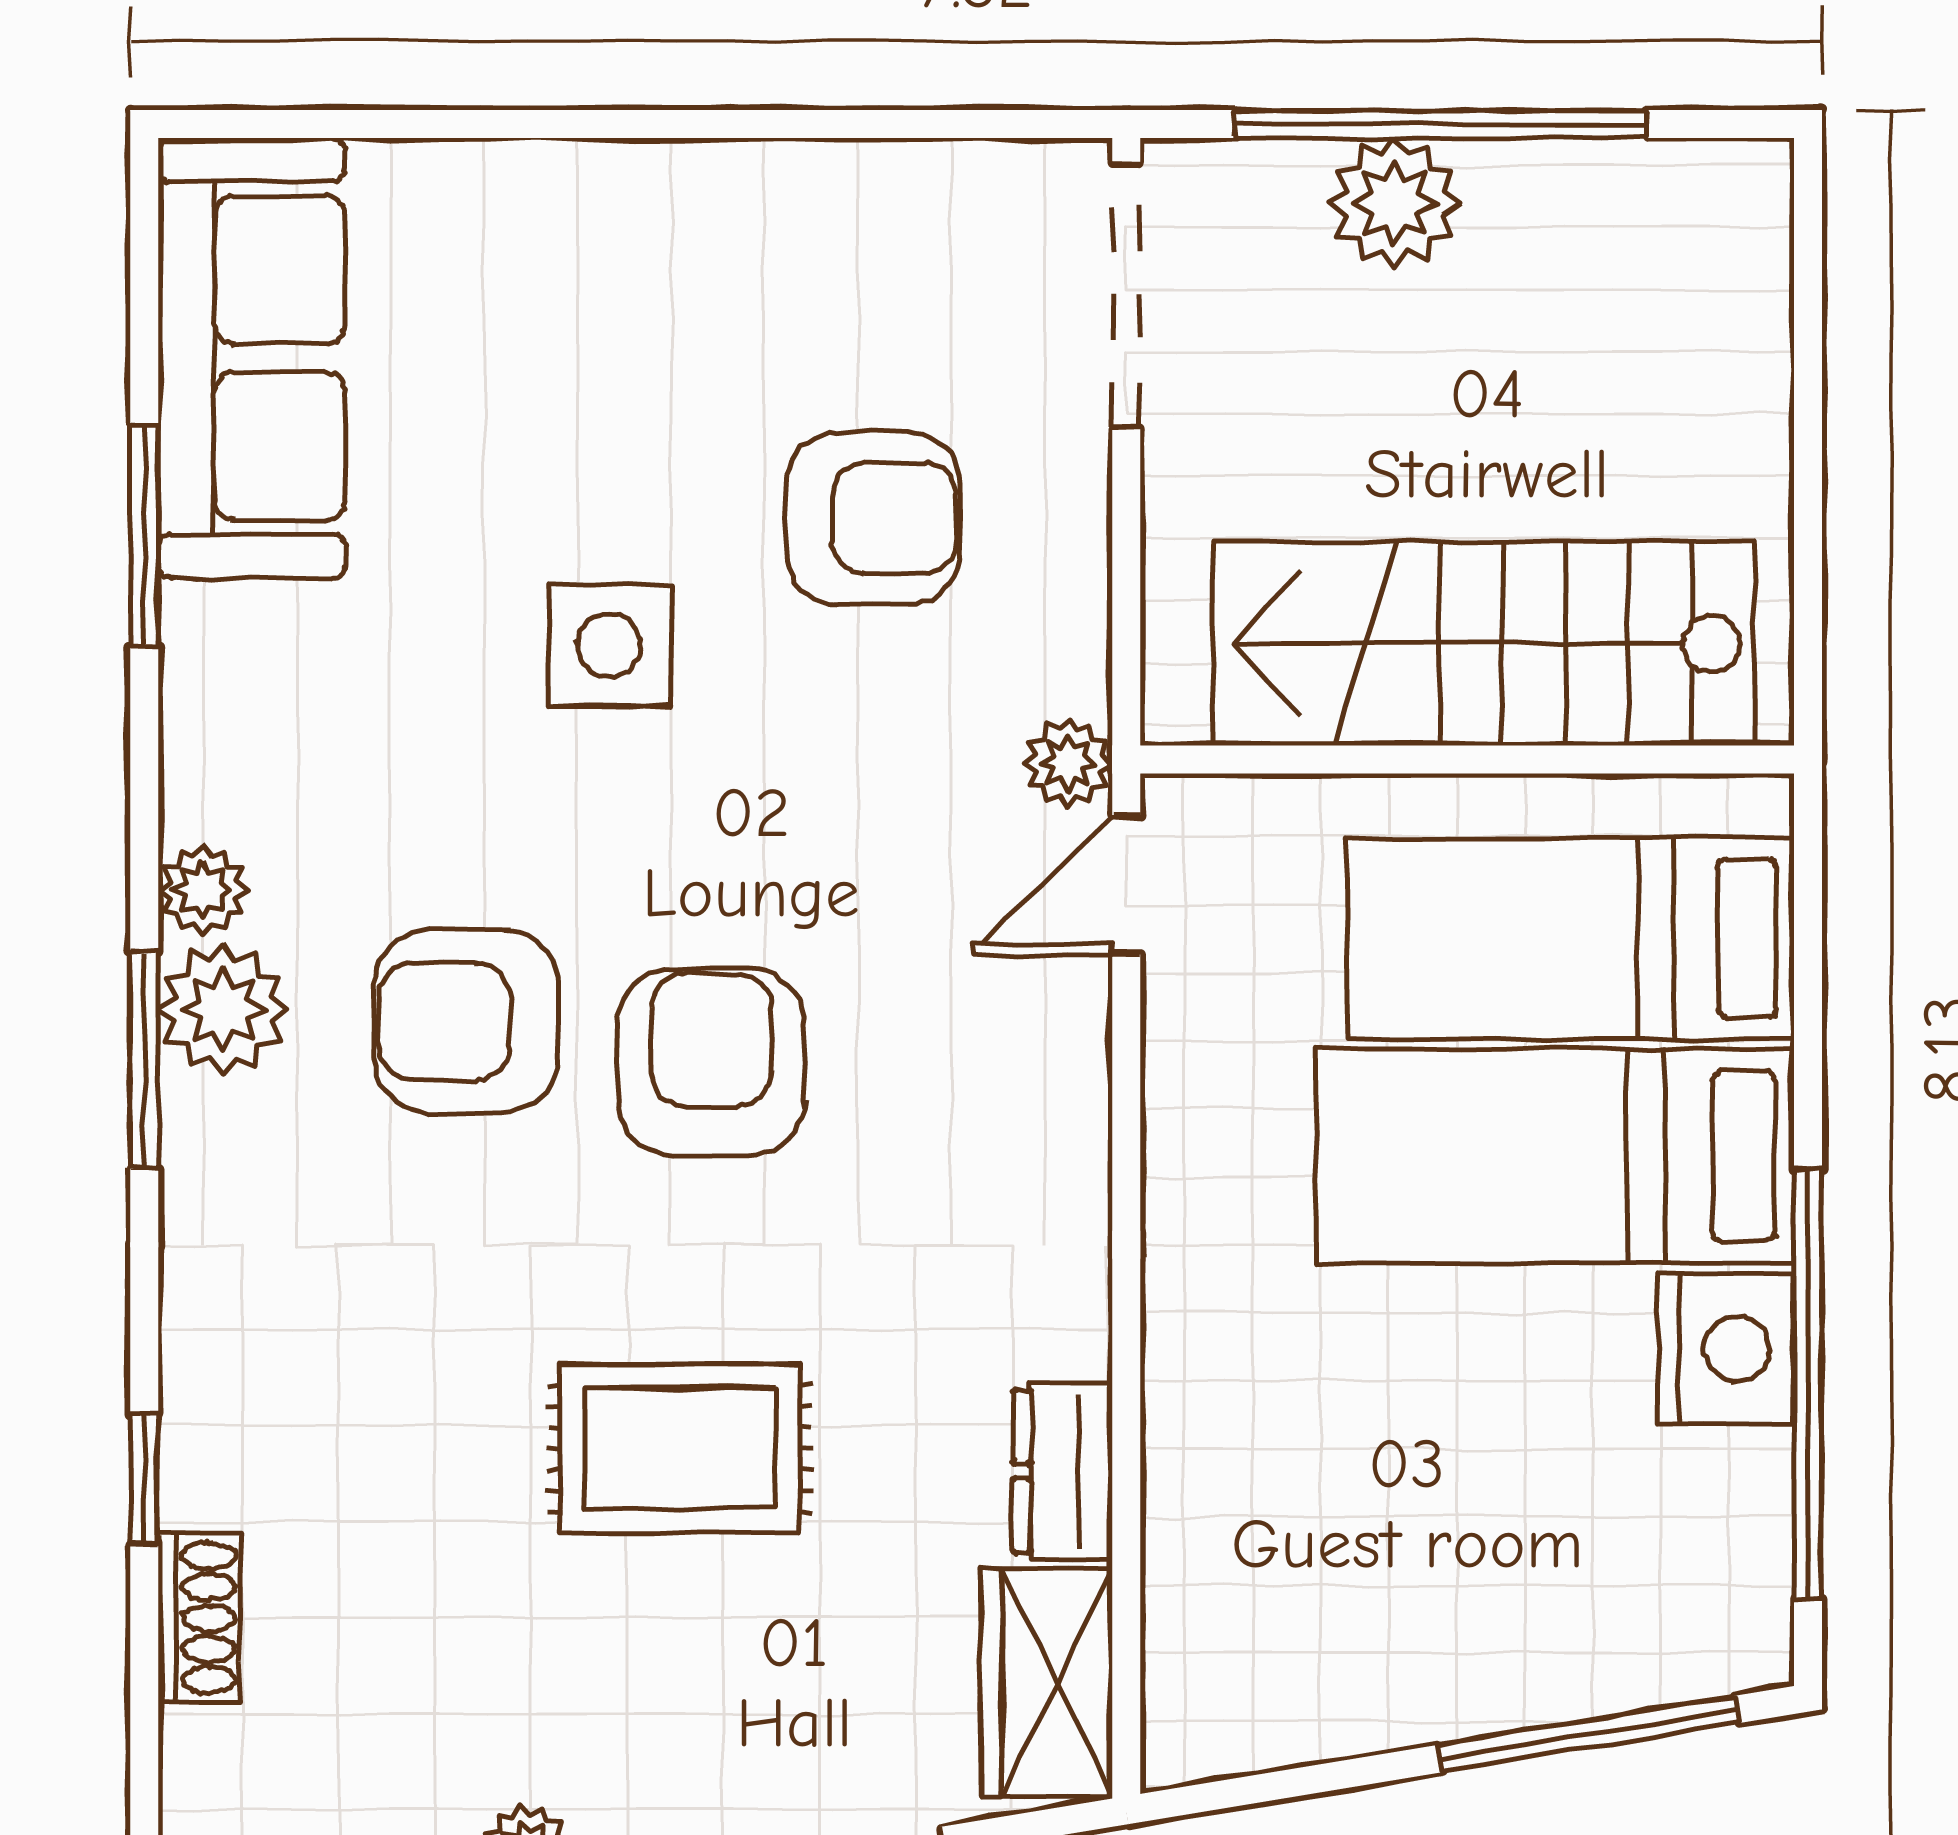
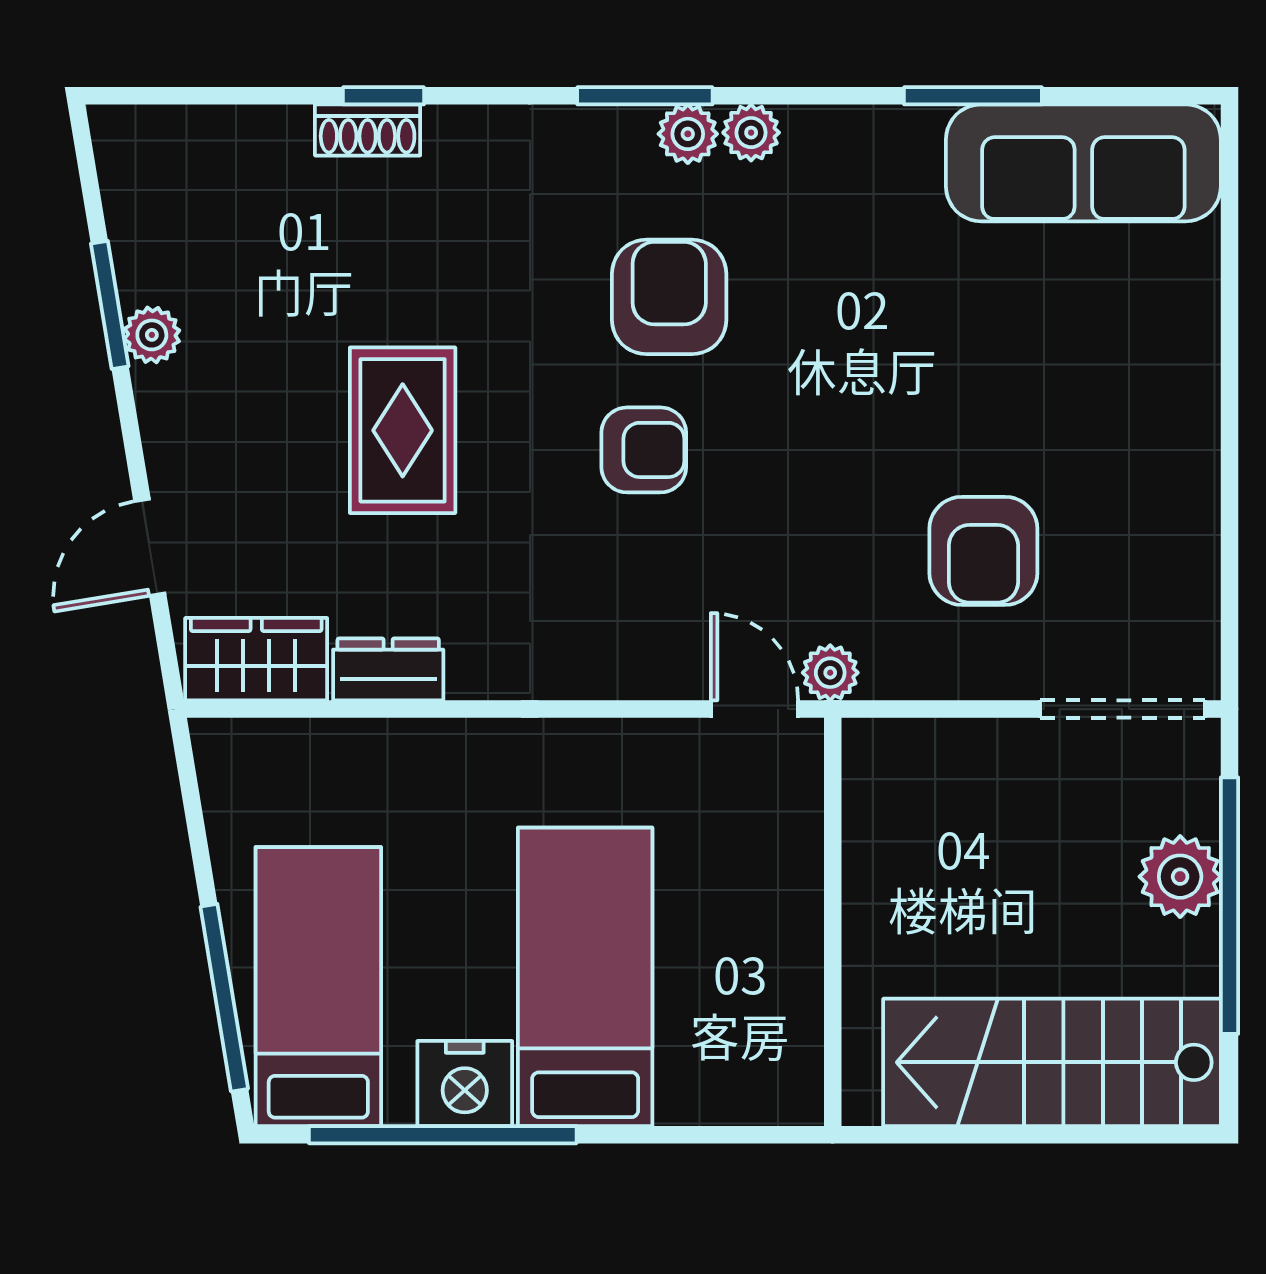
stairs: (1484, 644) -> (1052, 1062), moved, turned -90
side table: (609, 645) -> (904, 386), removed
bed: (1571, 939) -> (318, 987), moved
plant: (223, 1009) -> (688, 134), width x0.73, depth x0.73
armchair: (711, 1062) -> (644, 450), width x0.72, depth x0.72
shoe rack: (199, 1618) -> (368, 130), moved

